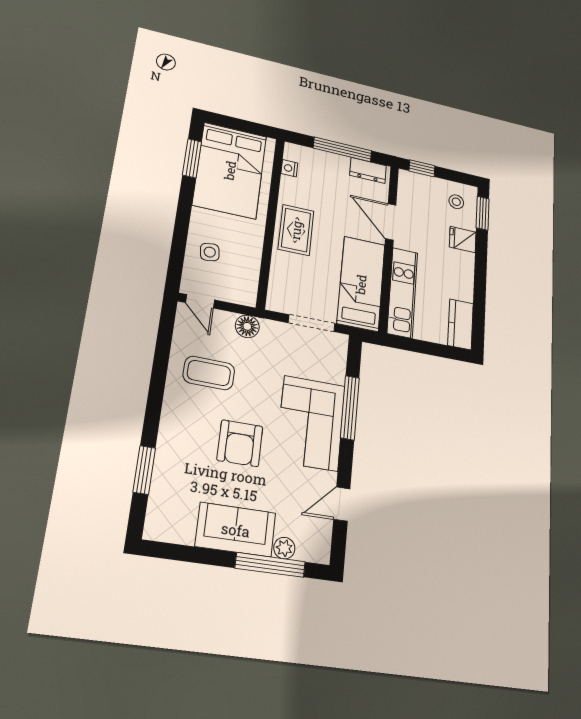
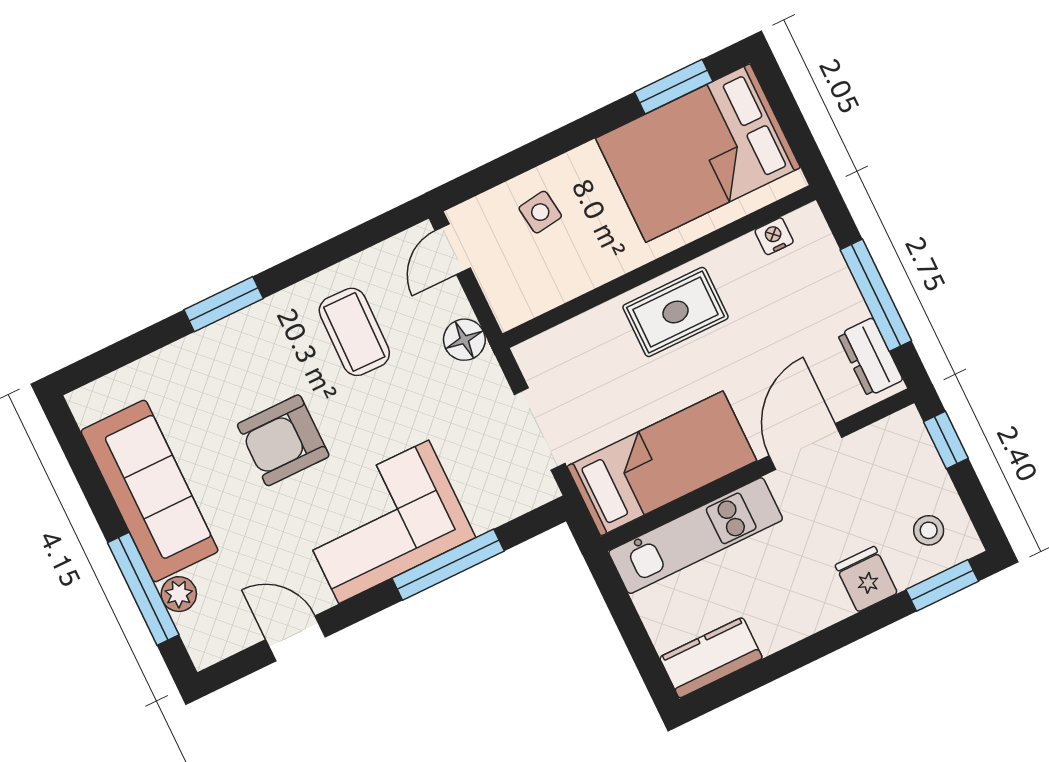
window: (144, 470) -> (224, 304), moved
sofa: (236, 530) -> (150, 491), width x1.36

